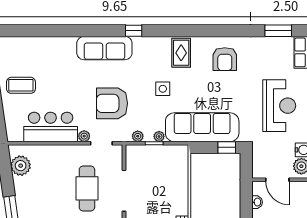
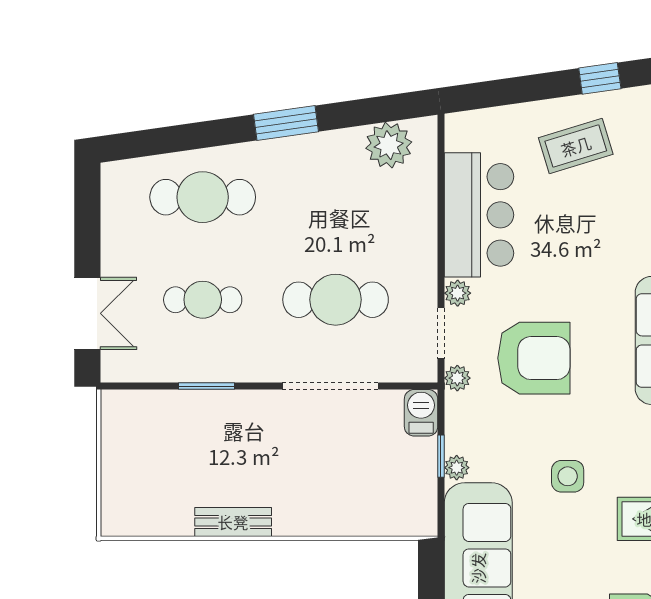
coffee table: (21, 85) -> (576, 146), turned 73
armchair: (112, 103) -> (534, 358), turned 90
plant: (138, 136) -> (457, 378), moved
barbecue: (135, 152) -> (421, 413), added

